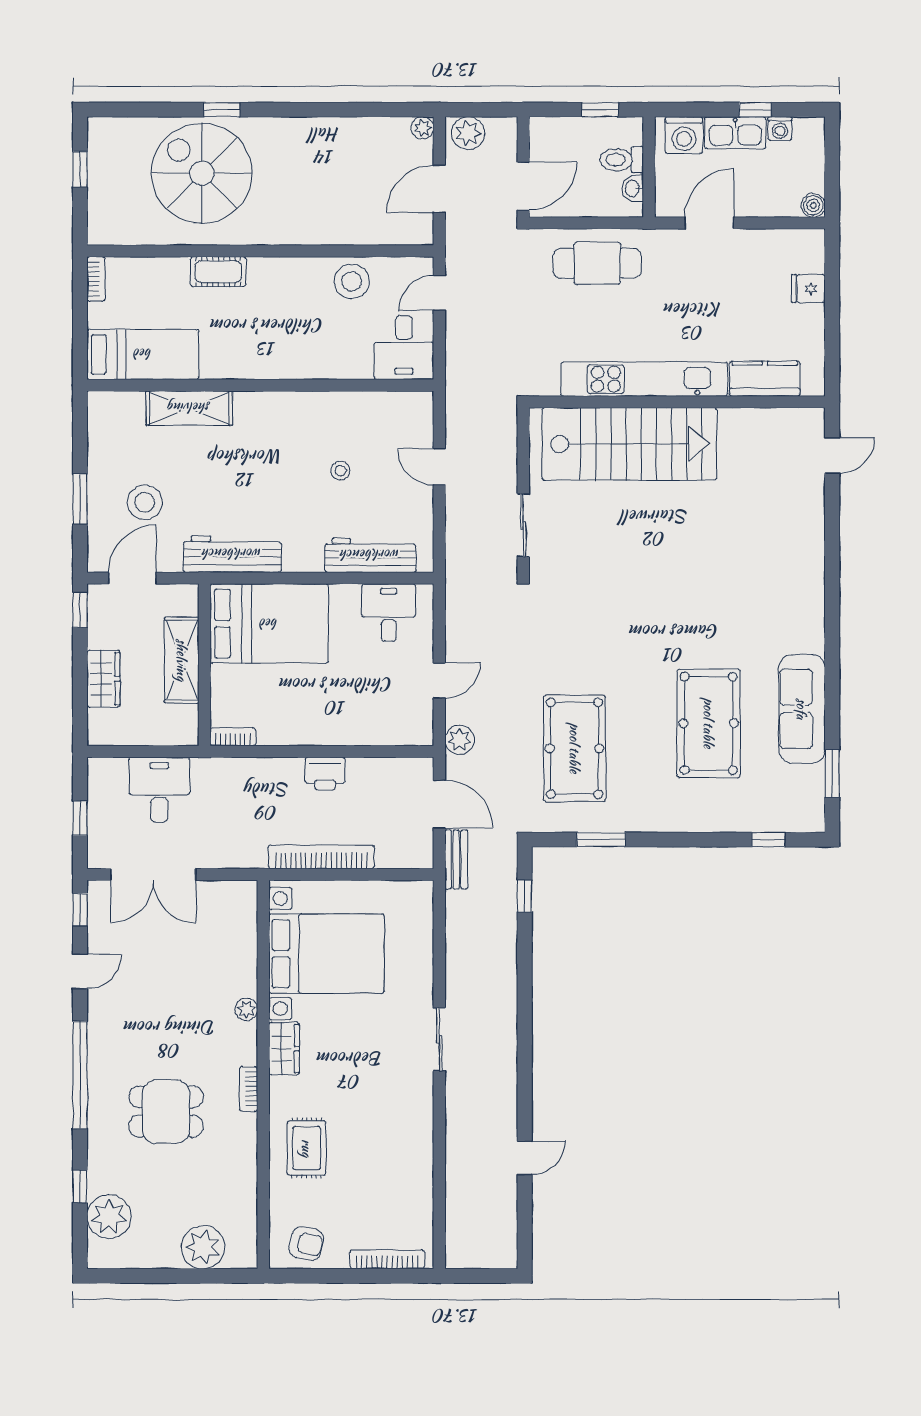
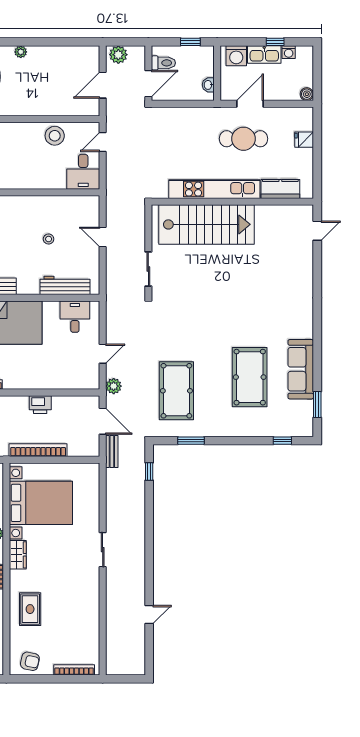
plant: (423, 128) -> (21, 52), moved
toilet: (622, 160) -> (163, 63), moved, turned 180
cafe table: (597, 263) -> (243, 139), moved

